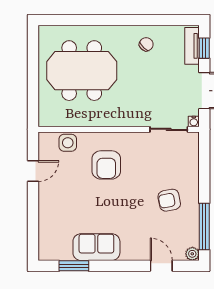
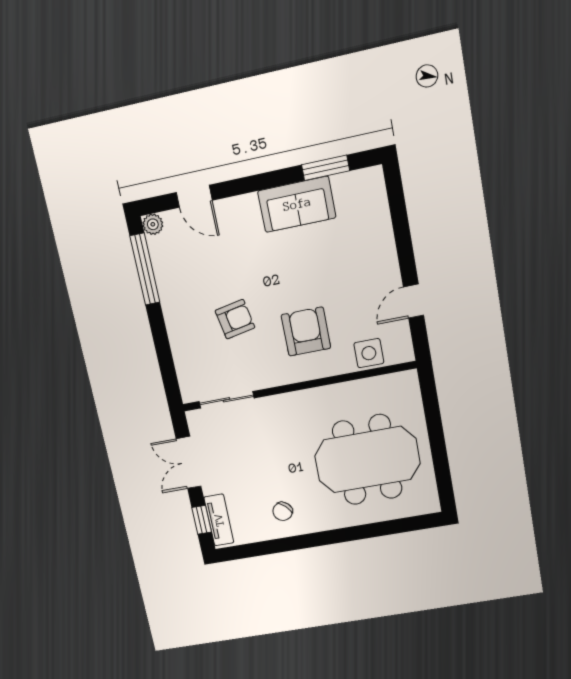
water cooler: (194, 121) -> (194, 417), removed
armchair: (169, 200) -> (235, 319), moved

